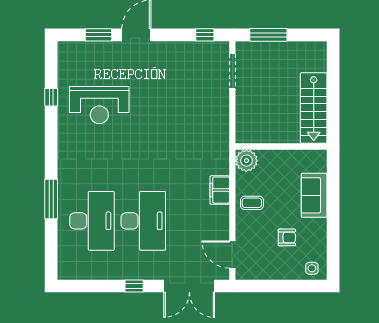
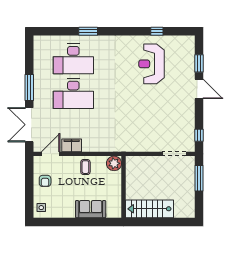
filing cabinet: (220, 190) -> (72, 145), moved
window: (51, 199) -> (88, 31), width x0.69
armchair: (287, 237) -> (45, 181), moved
window: (134, 286) -> (29, 87), width x2.17

